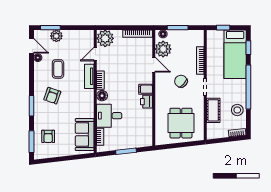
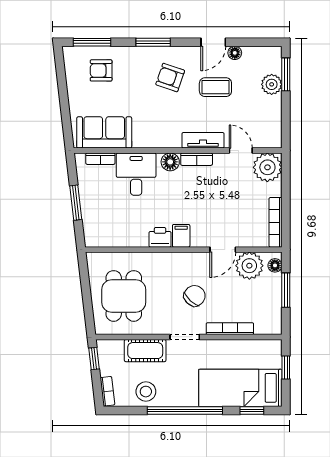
door: (32, 46) -> (213, 42), moved
dining table: (181, 123) -> (124, 296), turned 90
window: (218, 141) -> (94, 359), added

